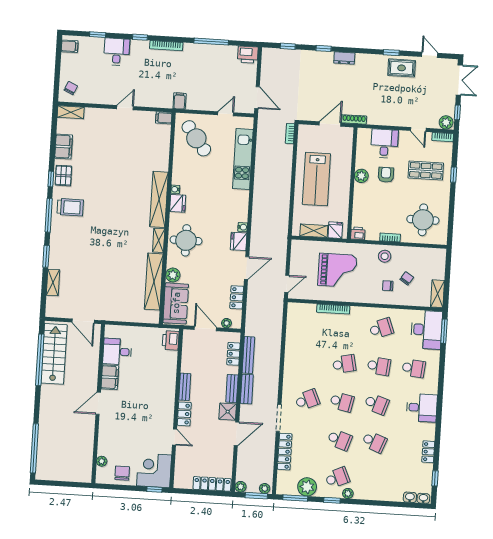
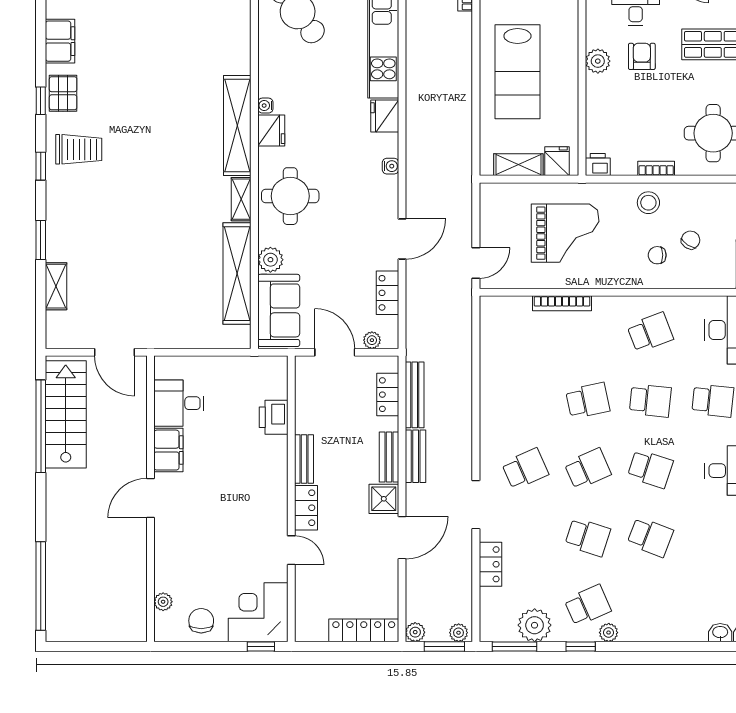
window: (49, 215) -> (41, 166), width x0.46
fridge: (239, 241) -> (385, 116), moved
printer: (171, 340) -> (274, 417), moved
school desk: (342, 402) -> (588, 469), turned -36
locker: (285, 452) -> (491, 564), width x0.66

